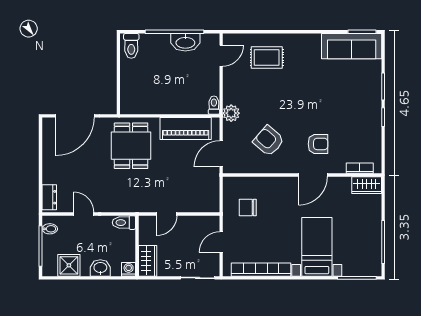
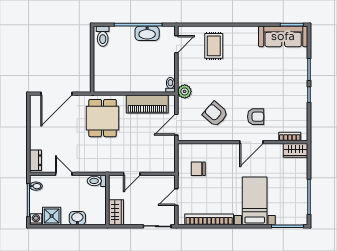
rug: (267, 58) -> (214, 46), turned 90
washing machine: (129, 269) -> (36, 219), moved

